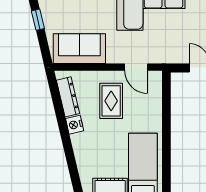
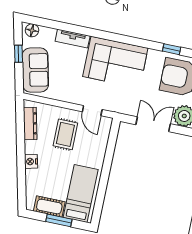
sofa: (79, 49) -> (35, 70), moved, turned 77
nightstand: (75, 125) -> (31, 161), moved

